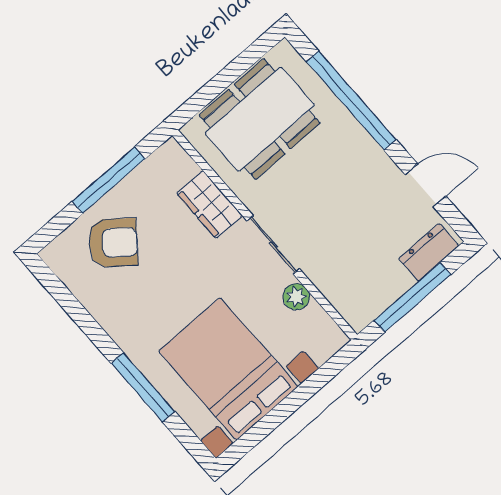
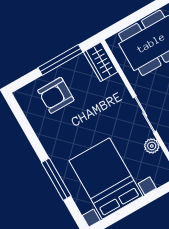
wardrobe: (209, 204) -> (101, 62), moved
armchair: (113, 243) -> (56, 95), turned 142

